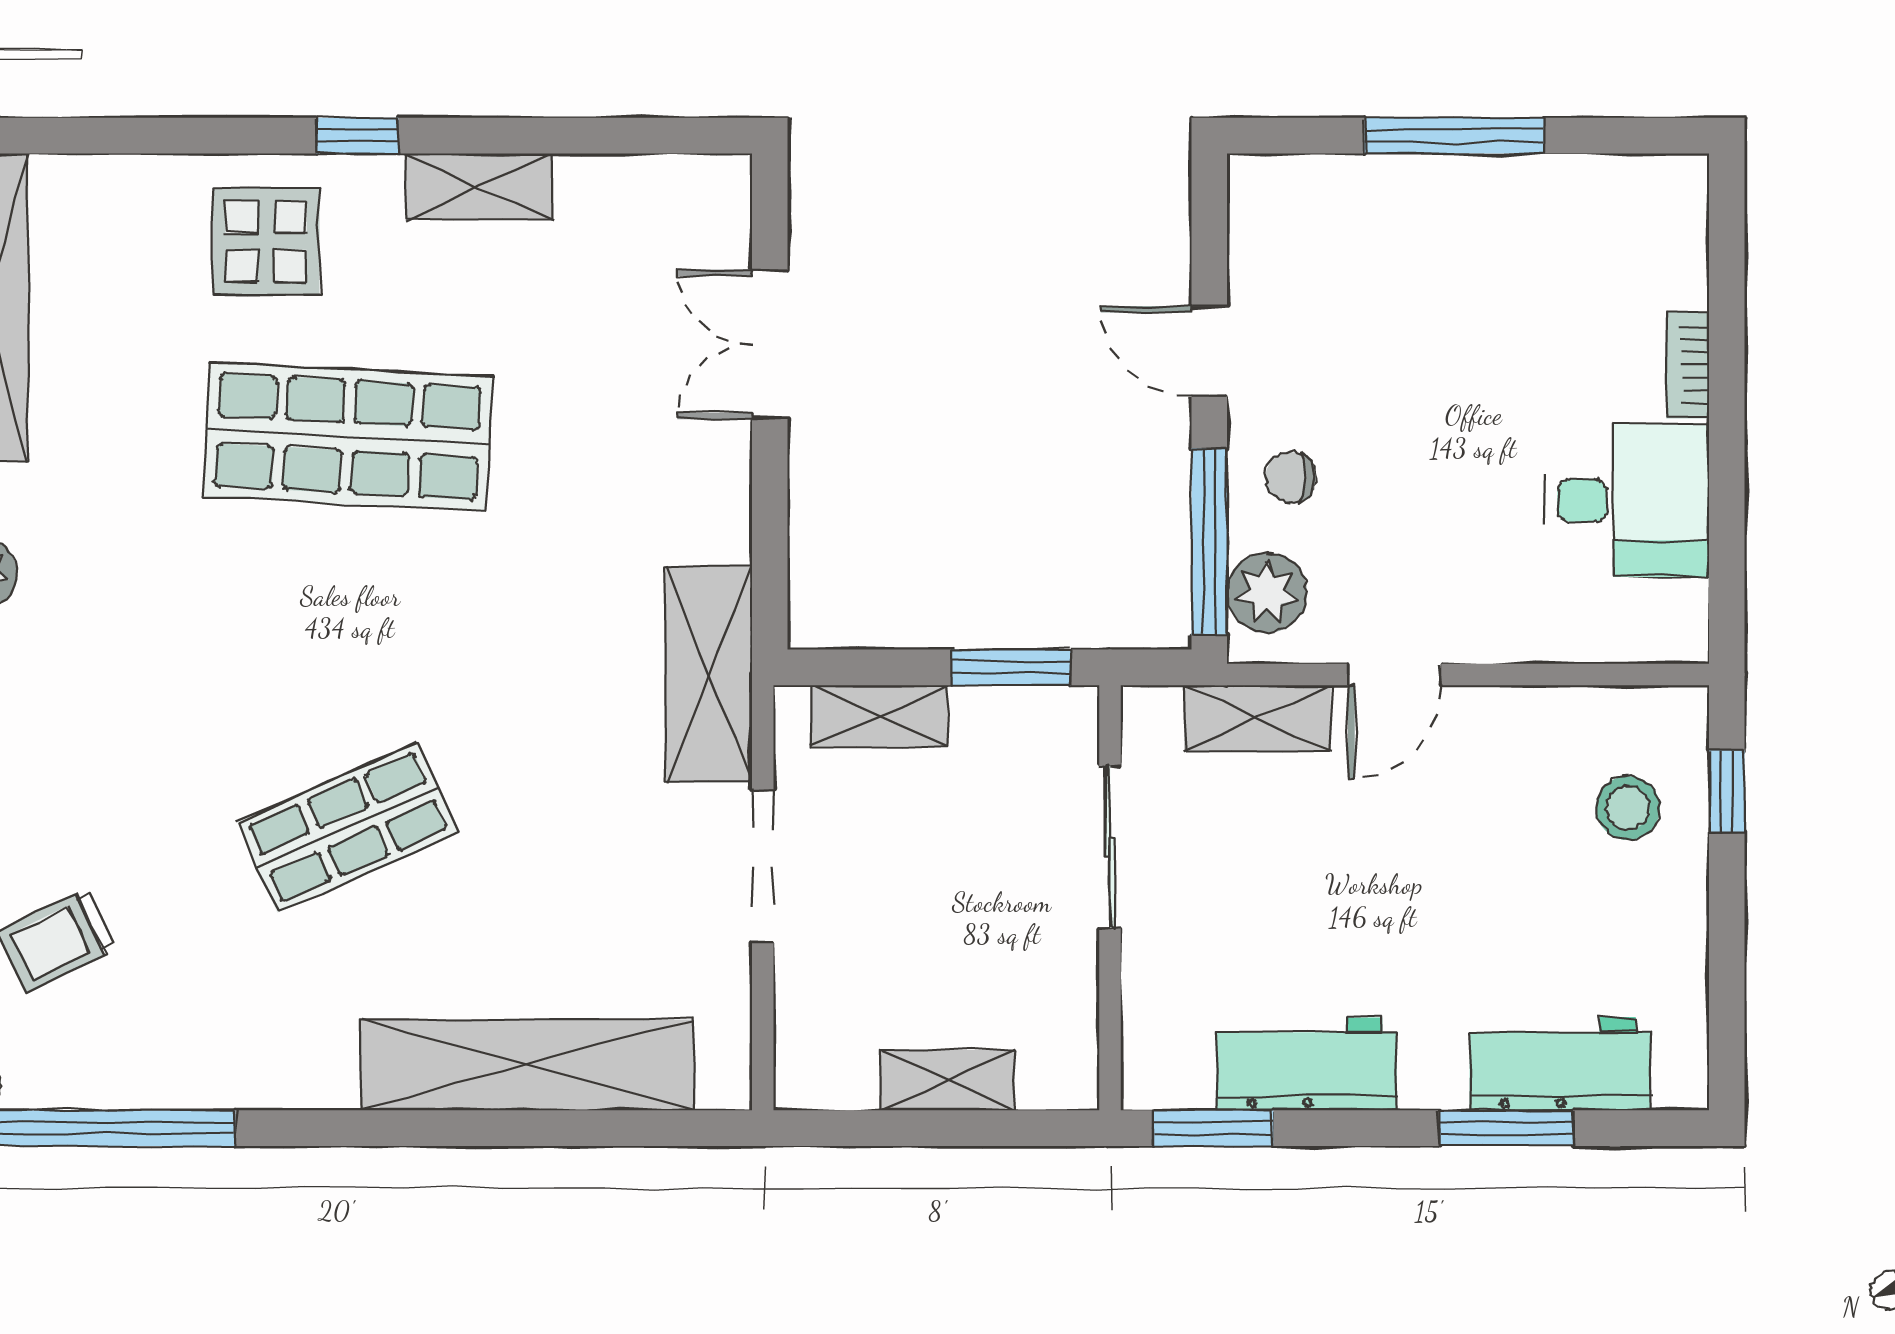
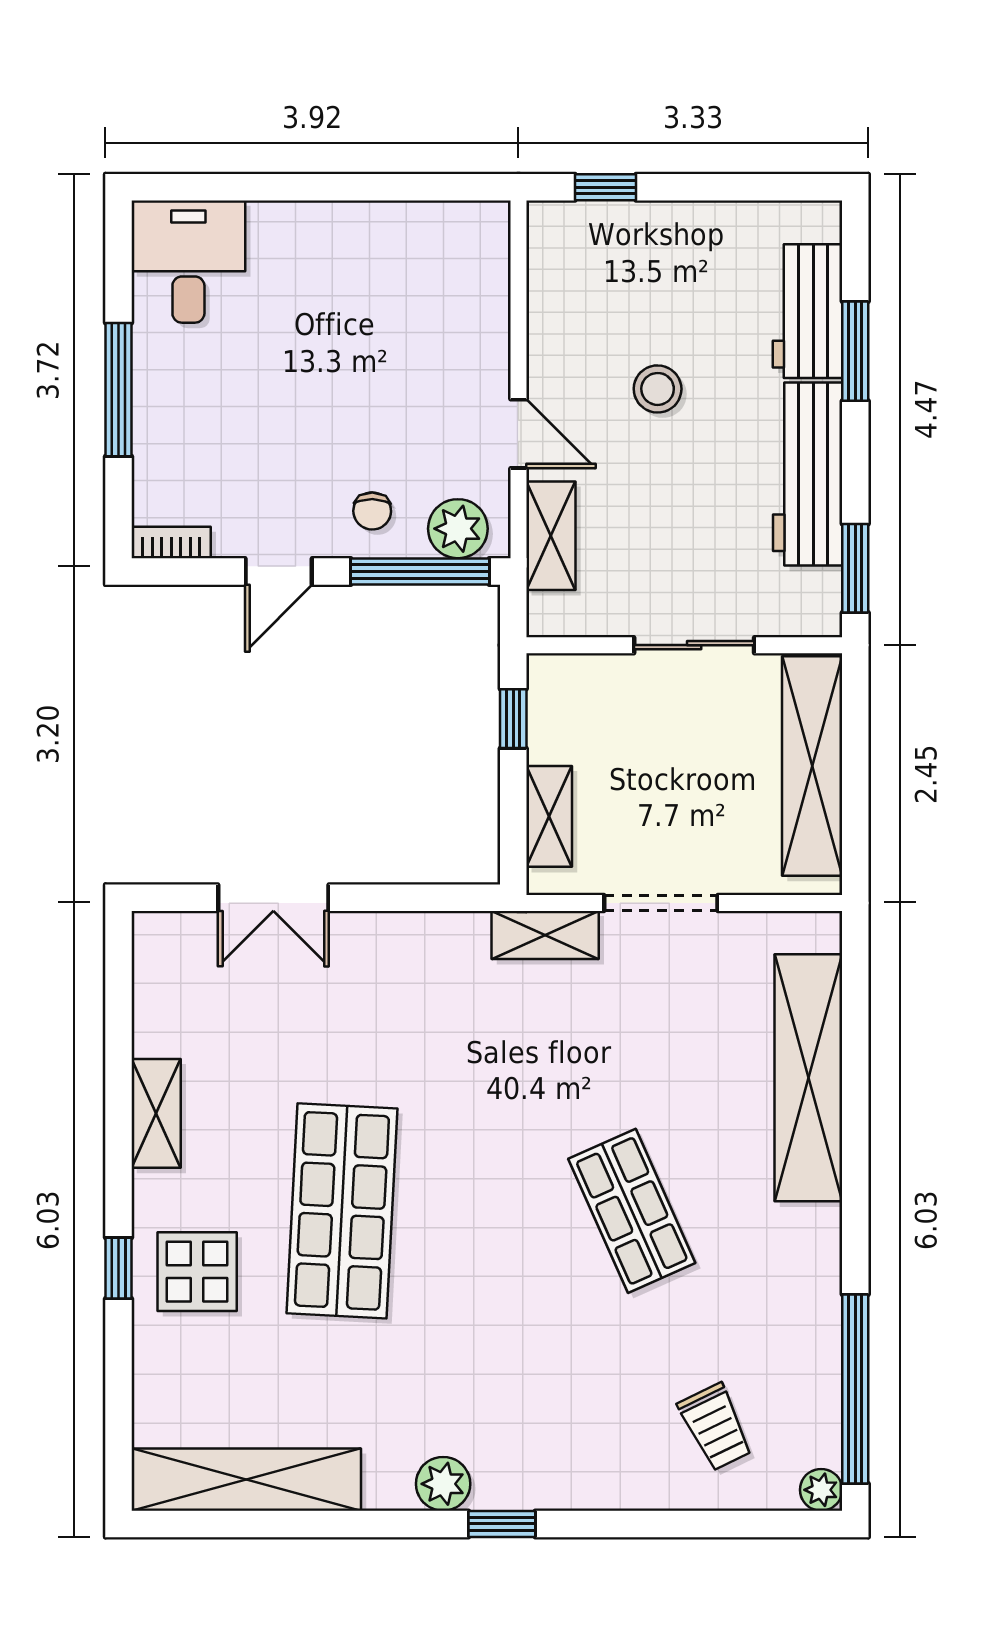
window: (357, 136) -> (119, 1268), moved
bookcase: (1688, 365) -> (171, 543), moved, turned 180
desk: (1627, 500) -> (188, 262), moved
window: (1011, 667) -> (513, 719), width x0.67
shelving: (709, 674) -> (545, 935), width x0.67, depth x0.75
stool: (1628, 808) -> (658, 389), moved
sliding door: (1110, 847) -> (694, 645), moved
workbench: (1307, 1064) -> (808, 474), width x1.38
shelving: (947, 1080) -> (812, 766), width x2.20, depth x1.33

